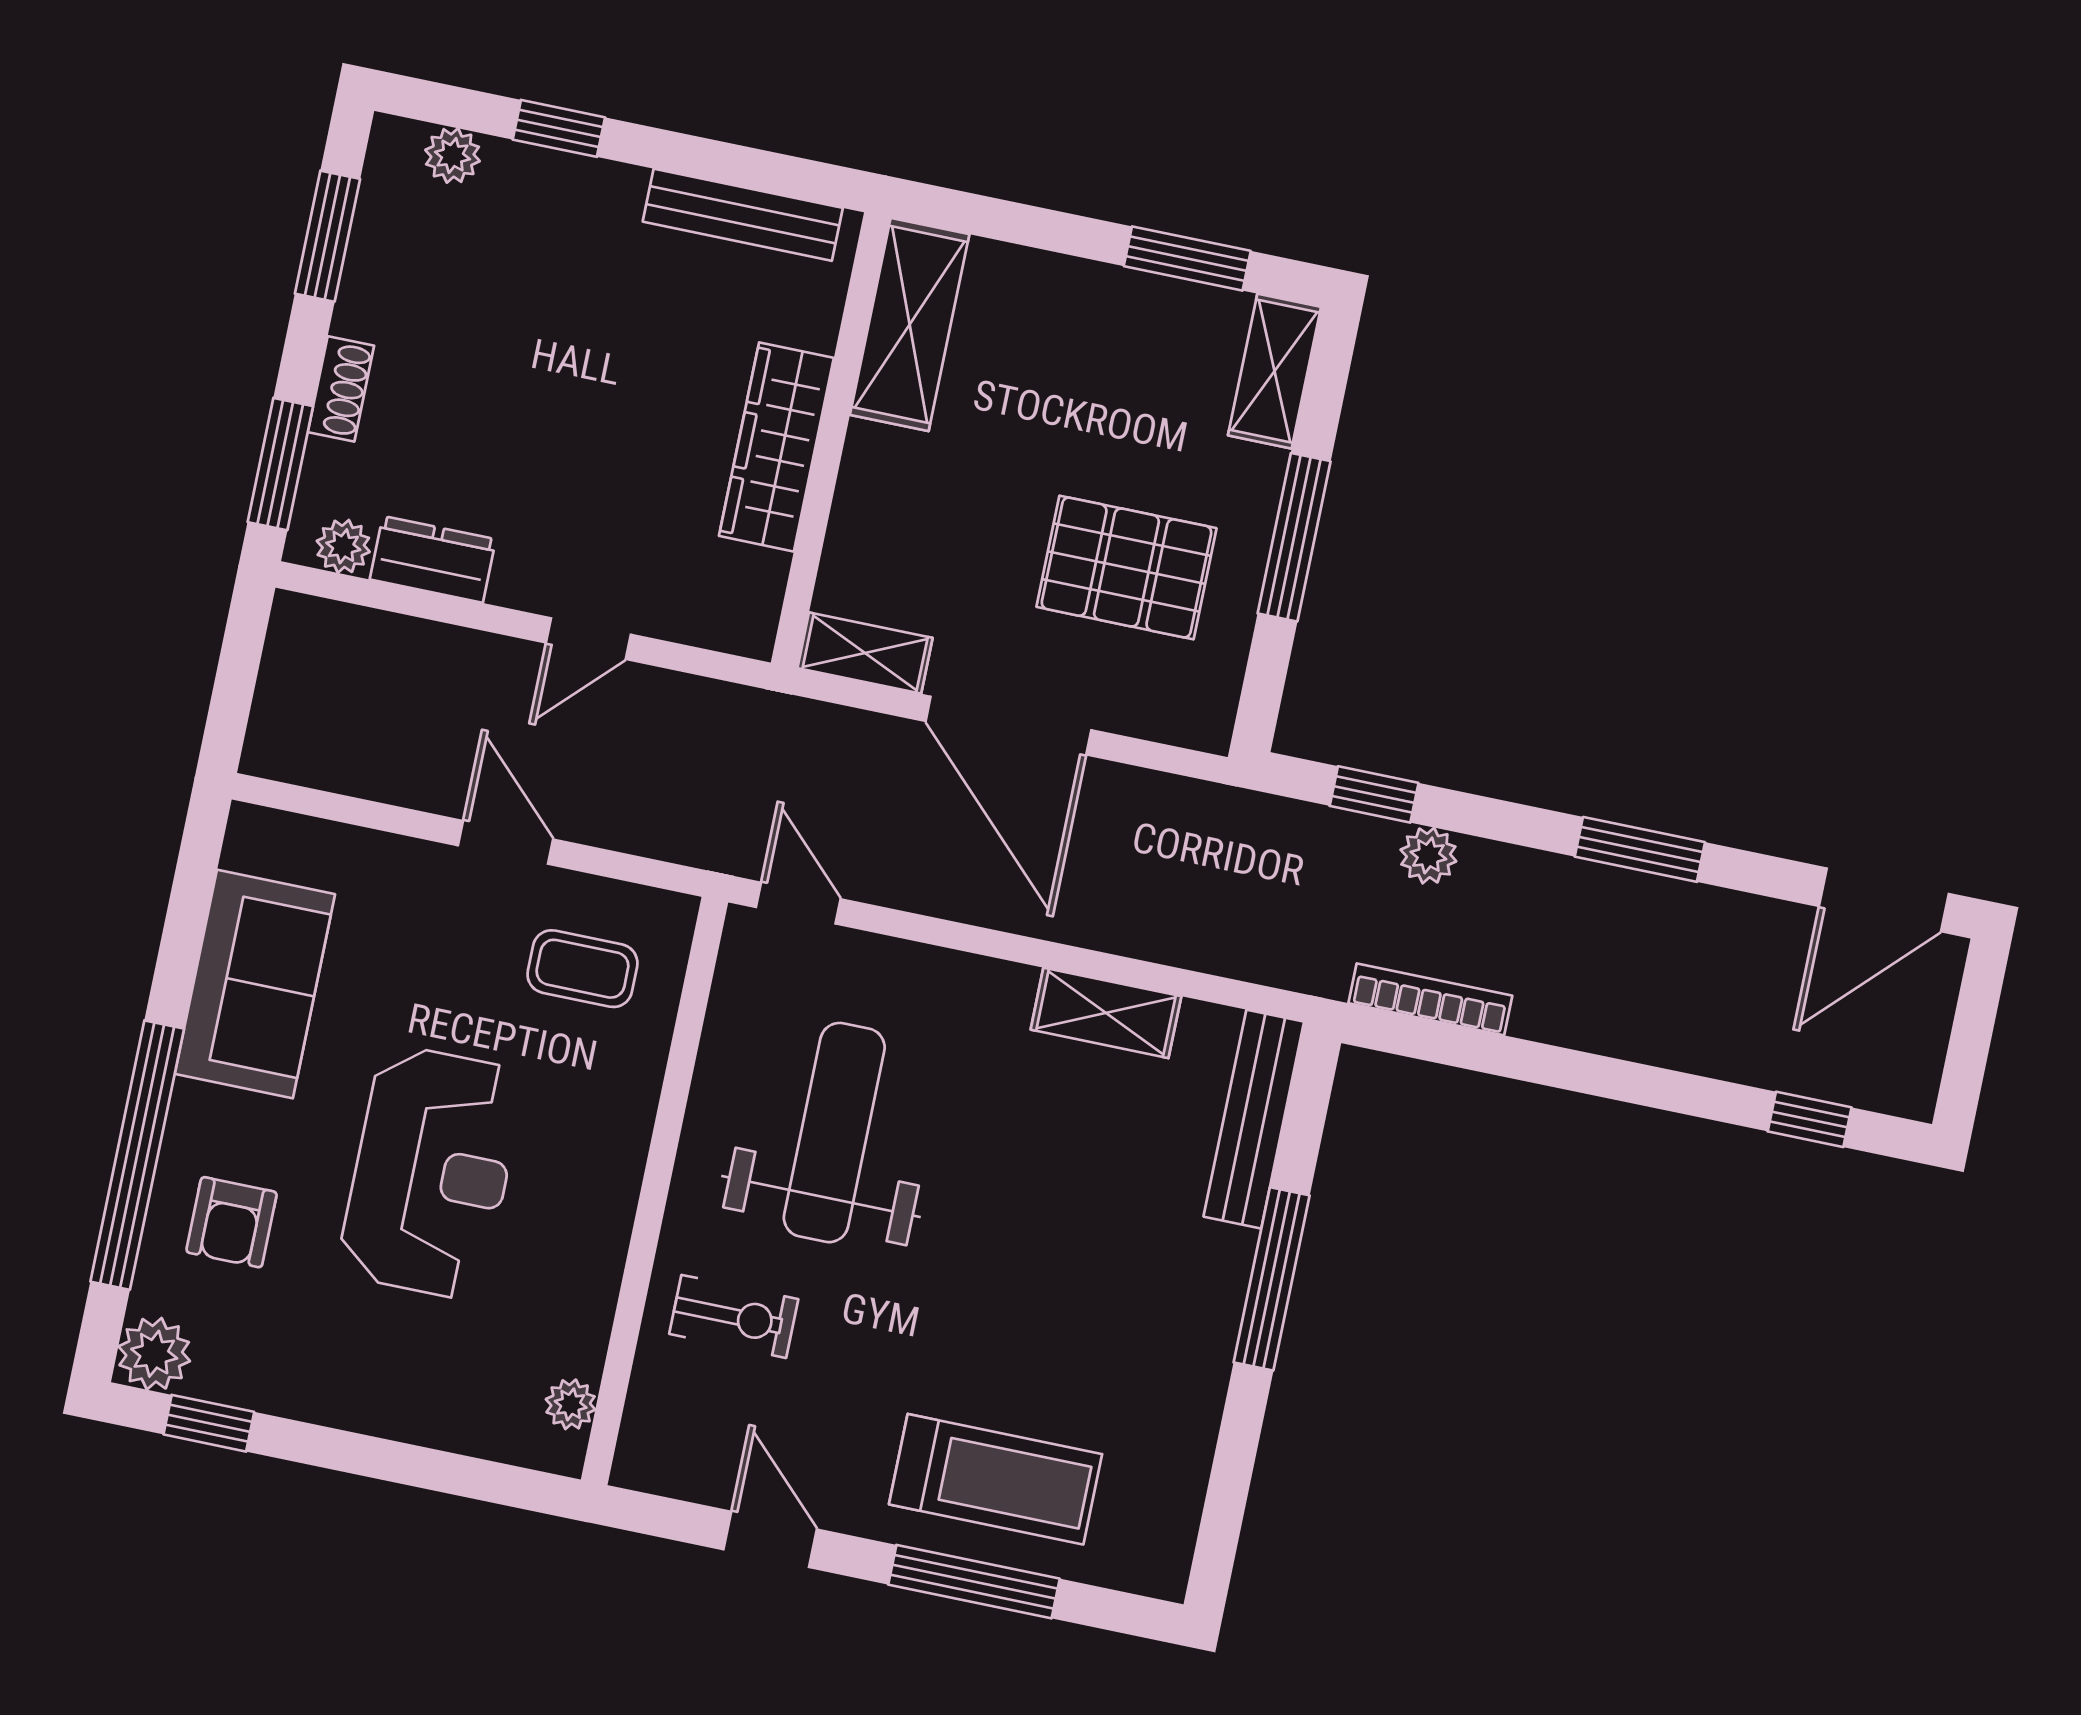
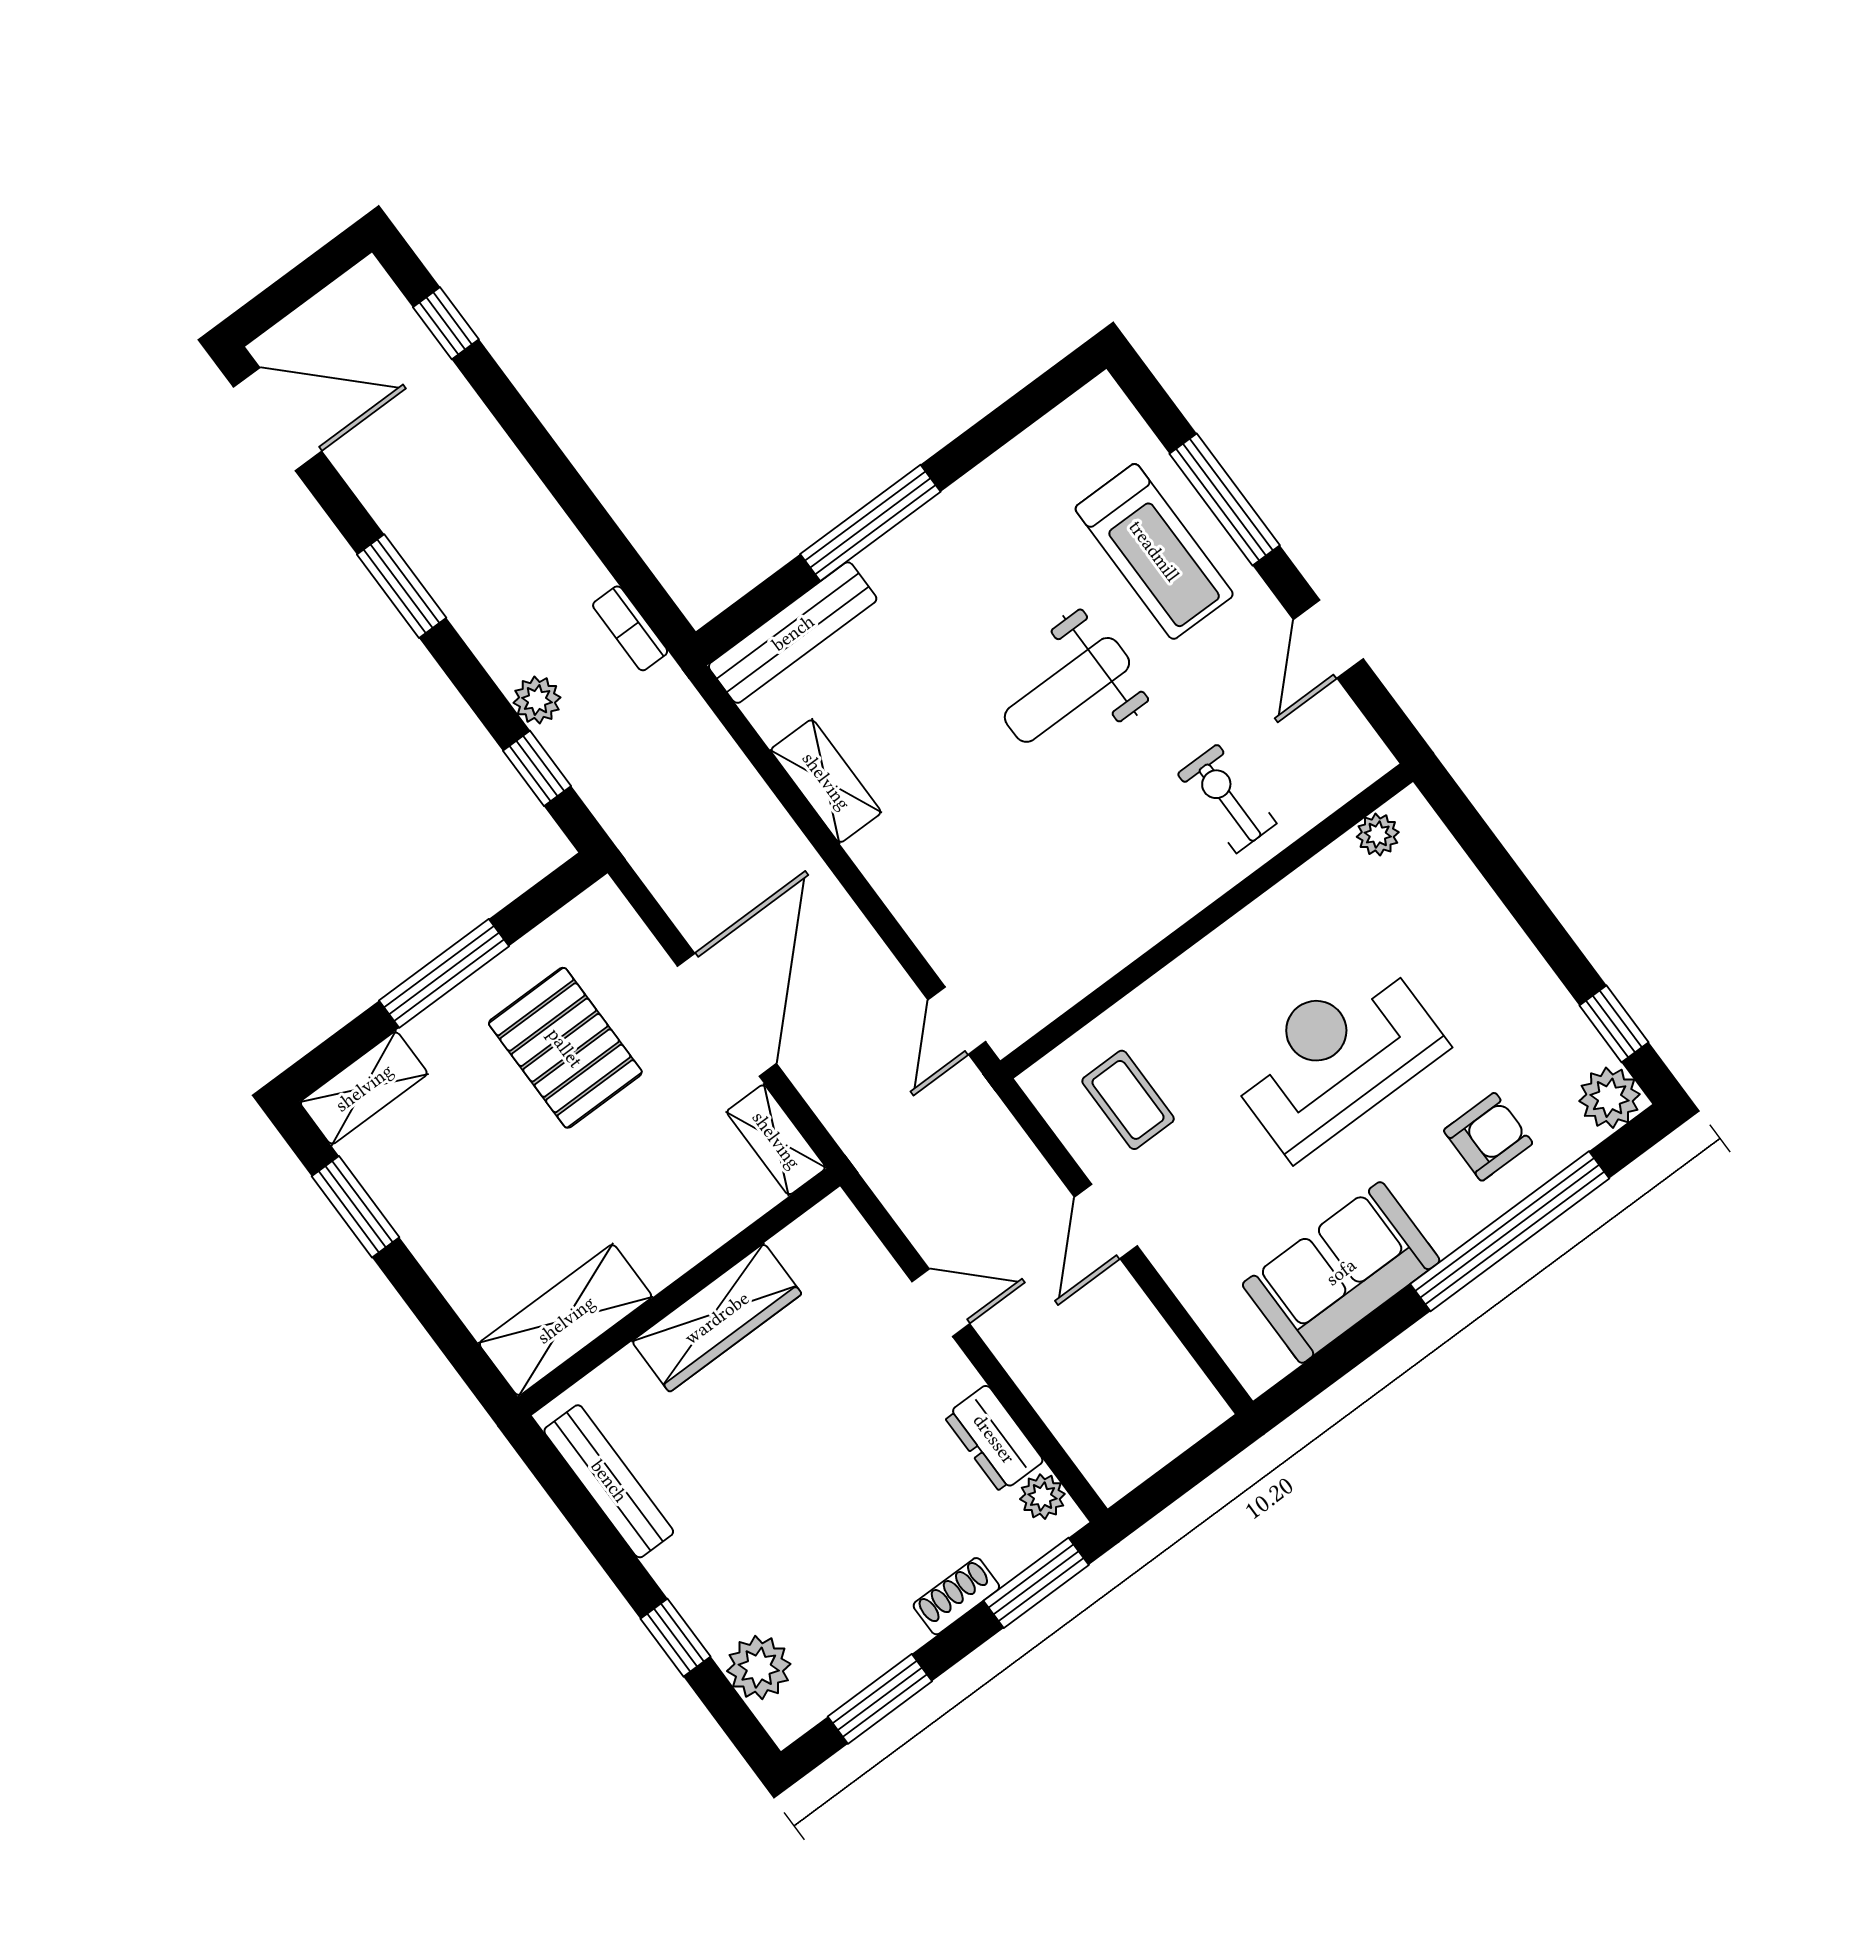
plant: (452, 156) -> (759, 1668), width x1.38, depth x1.38
bookcase: (1430, 999) -> (630, 628), width x0.64
weight bench: (834, 1133) -> (1067, 690), moved, width x0.73, depth x0.75
treadmill: (996, 1479) -> (1154, 551), turned 180

